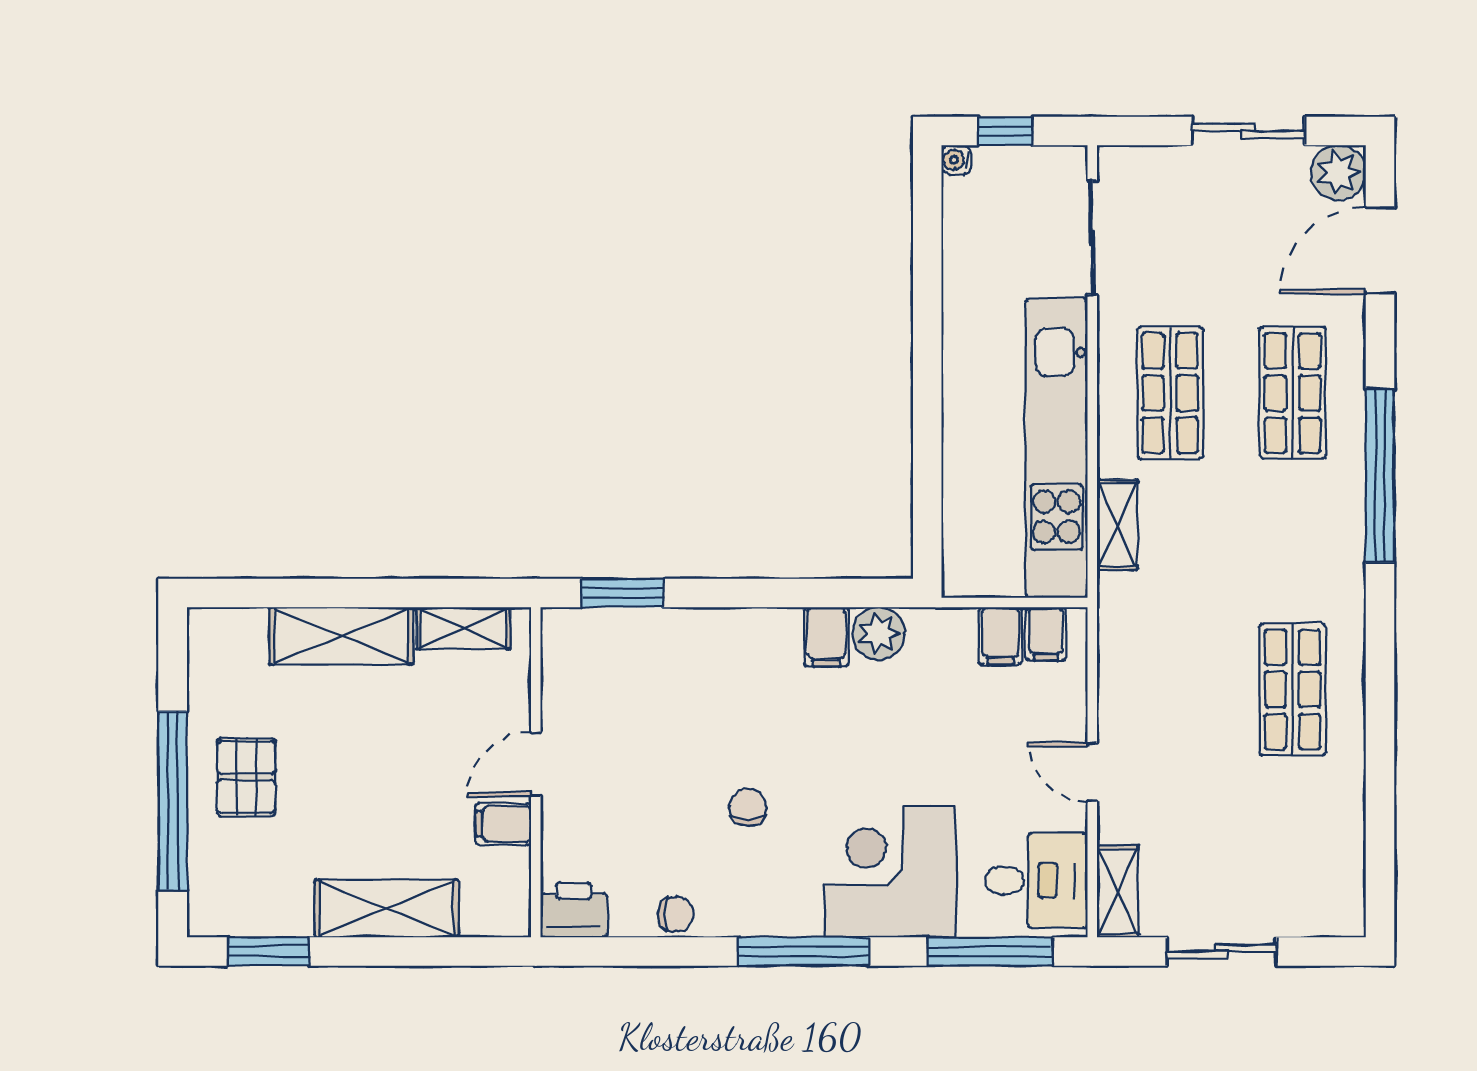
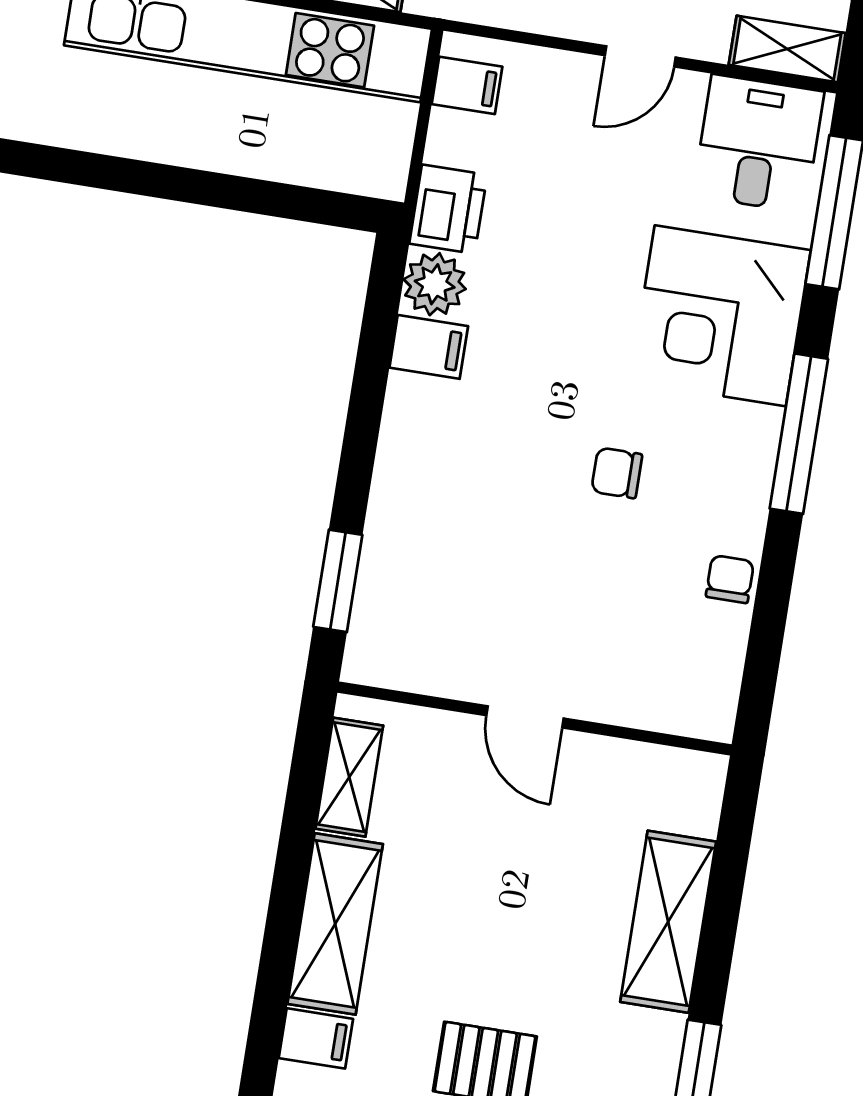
filing cabinet: (1000, 636) -> (461, 140), removed
filing cabinet: (503, 824) -> (316, 1038), moved, turned -90
printer: (574, 910) -> (448, 209), moved, turned 180

